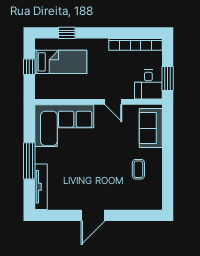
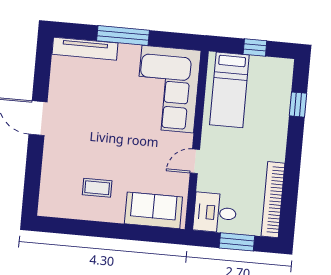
bed: (61, 62) -> (229, 90), moved
window: (168, 79) -> (237, 242), moved

